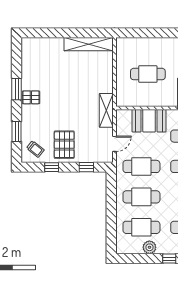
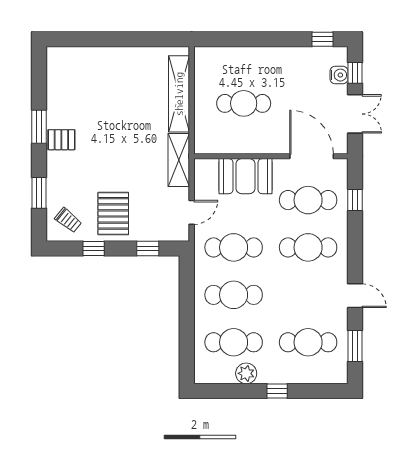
shelving: (89, 44) -> (179, 94), moved, turned 90

